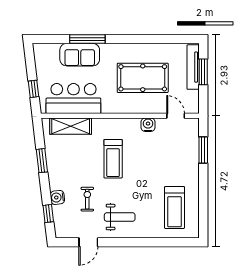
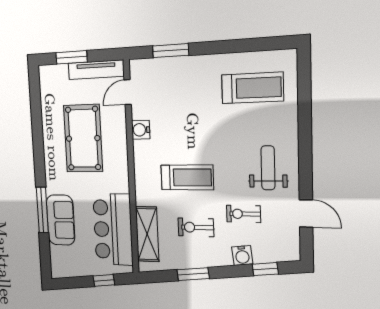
tv unit: (193, 67) -> (96, 70), moved
exercise bike: (77, 164) -> (196, 227), added

